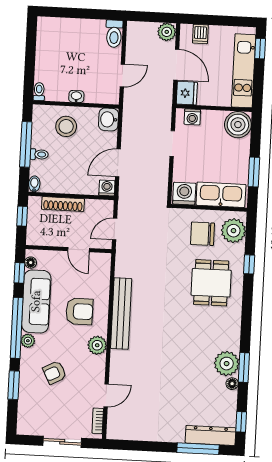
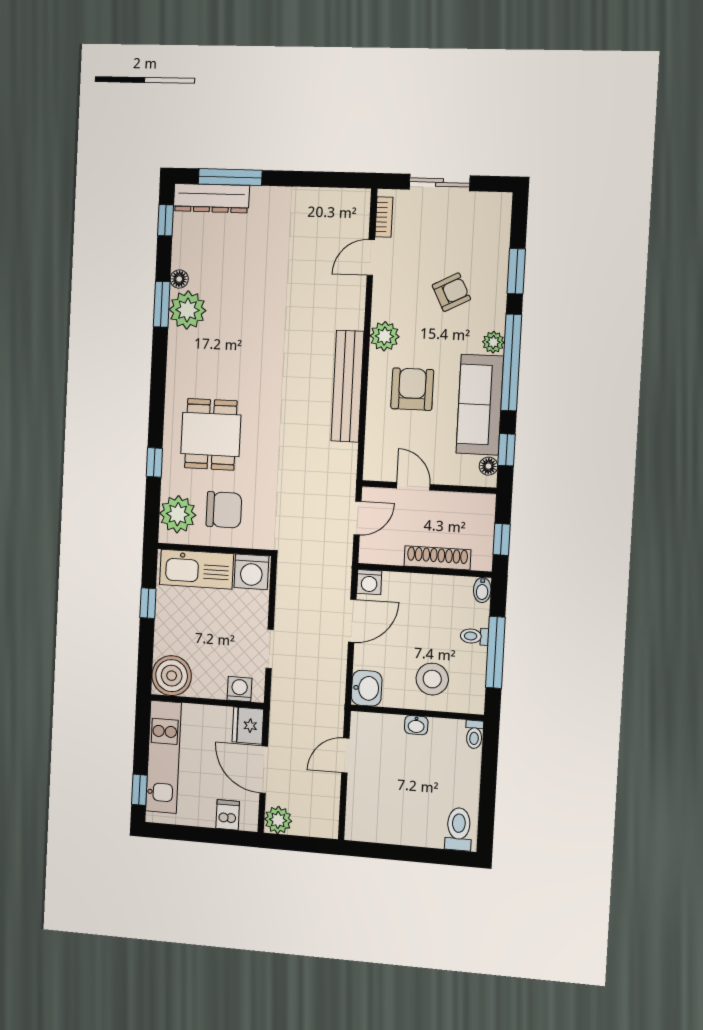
toilet: (114, 34) -> (459, 829), moved
window: (254, 172) -> (148, 603), width x0.67
armchair: (79, 311) -> (412, 389), turned 90

